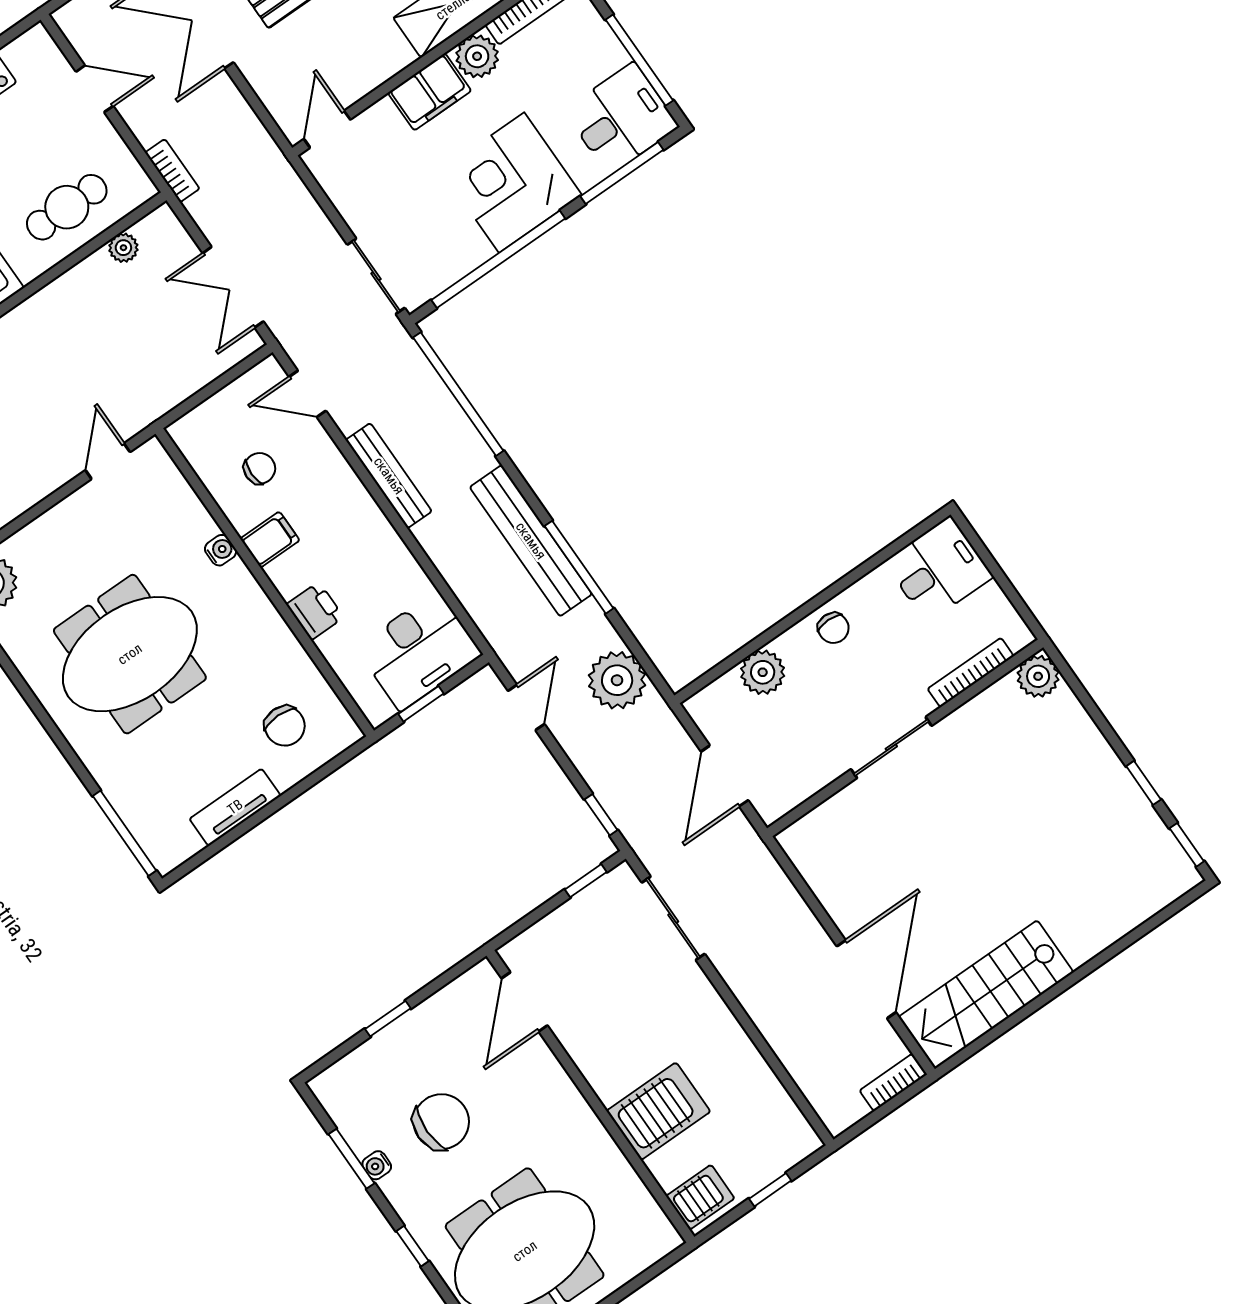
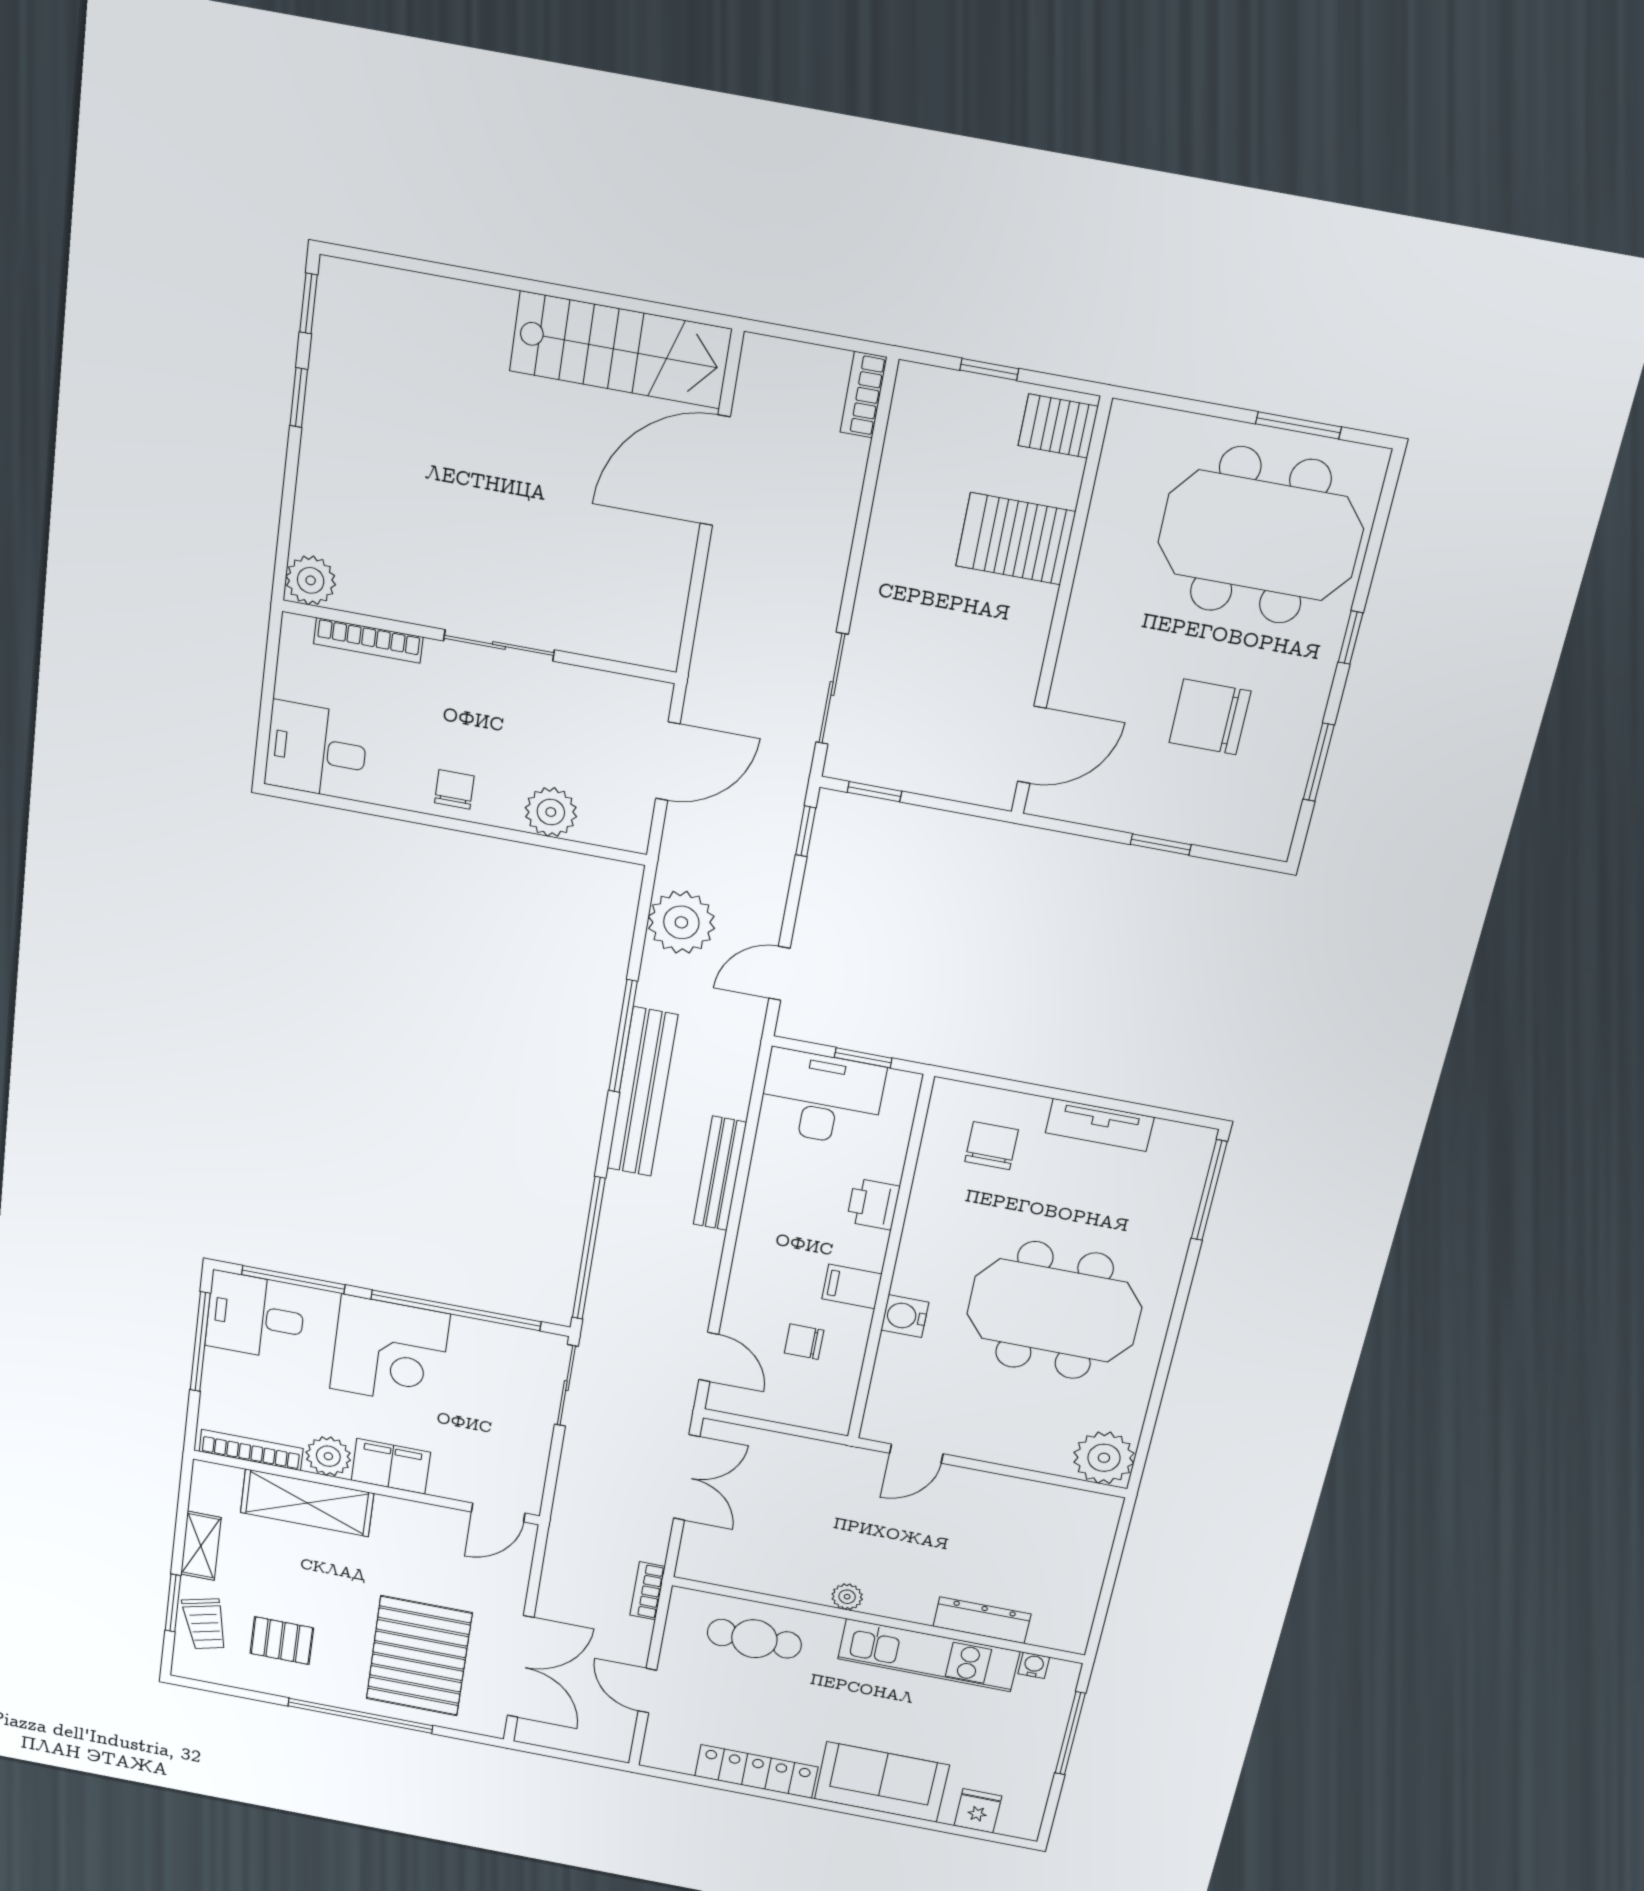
plant: (123, 248) -> (847, 1597), moved
bench: (389, 476) -> (720, 1173), moved
water cooler: (220, 550) -> (905, 1316), width x1.38, depth x1.38
bookcase: (893, 1082) -> (863, 395), moved, turned 90
water cooler: (377, 1165) -> (1304, 736), removed

